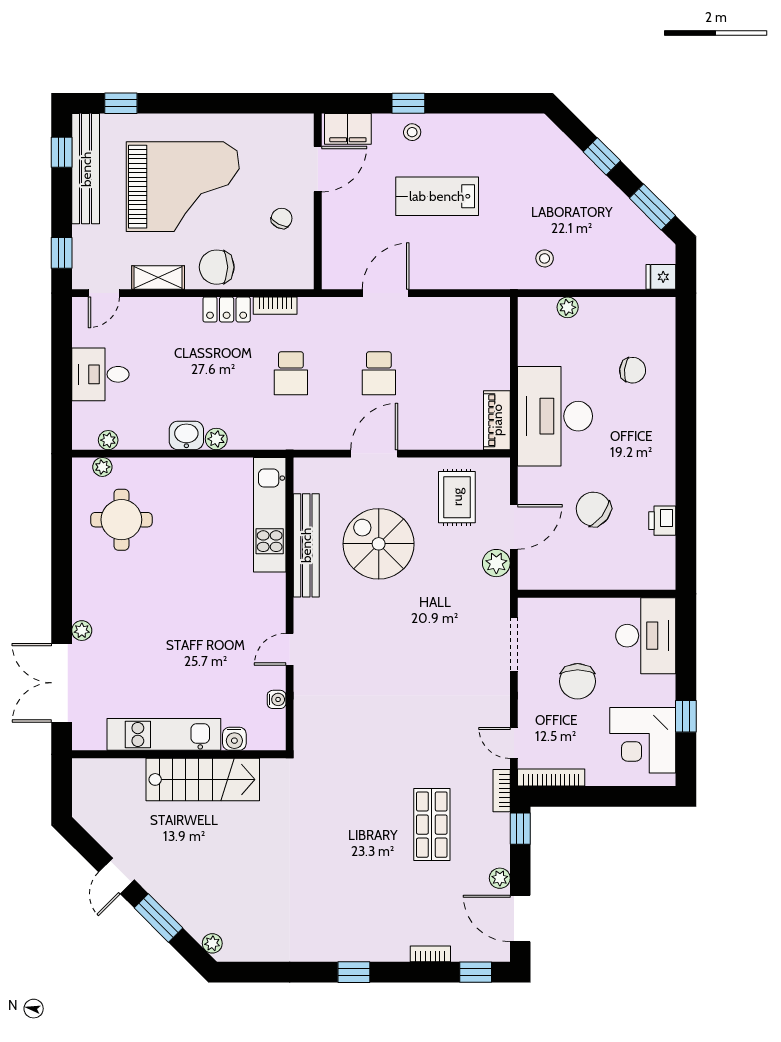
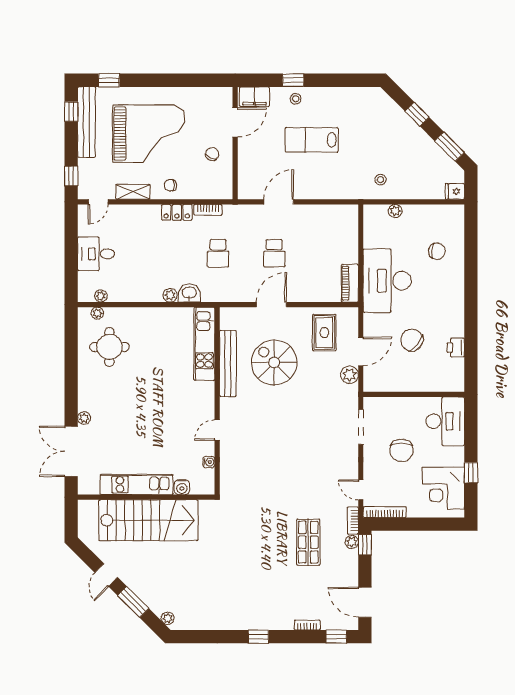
chair: (217, 267) -> (170, 185), width x0.54, depth x0.54
washbasin: (186, 435) -> (189, 293), moved
stairs: (203, 779) -> (148, 520), width x1.36, depth x1.51
plant: (500, 878) -> (352, 542), moved

